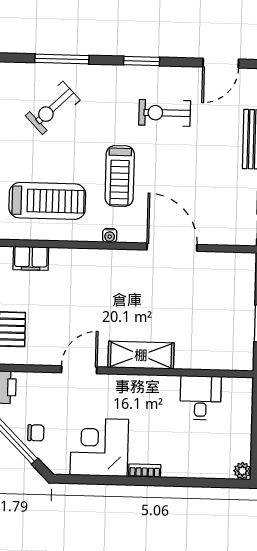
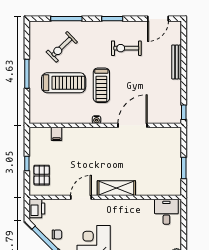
treadmill: (47, 201) -> (64, 83), moved
door: (172, 247) -> (133, 125), hinge flipped
filing cabinet: (31, 258) -> (56, 134), width x0.50
desk: (200, 398) -> (166, 212), moved

